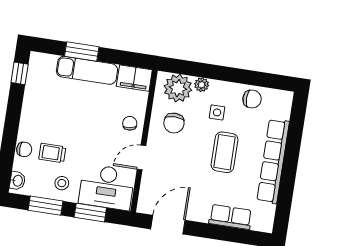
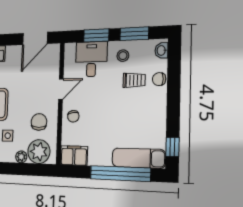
window: (82, 51) -> (120, 174), width x2.11
exam couch: (87, 70) -> (139, 158), moved
desk: (107, 187) -> (91, 59), width x0.73

